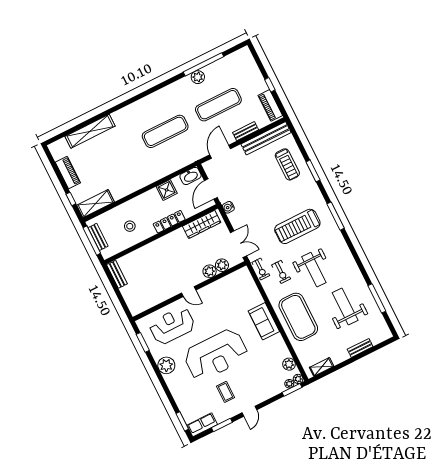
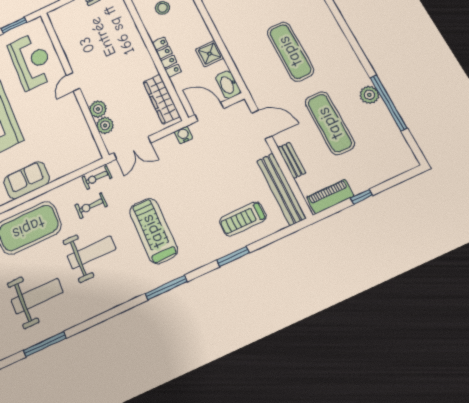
weight bench: (314, 270) -> (91, 252), turned 180

